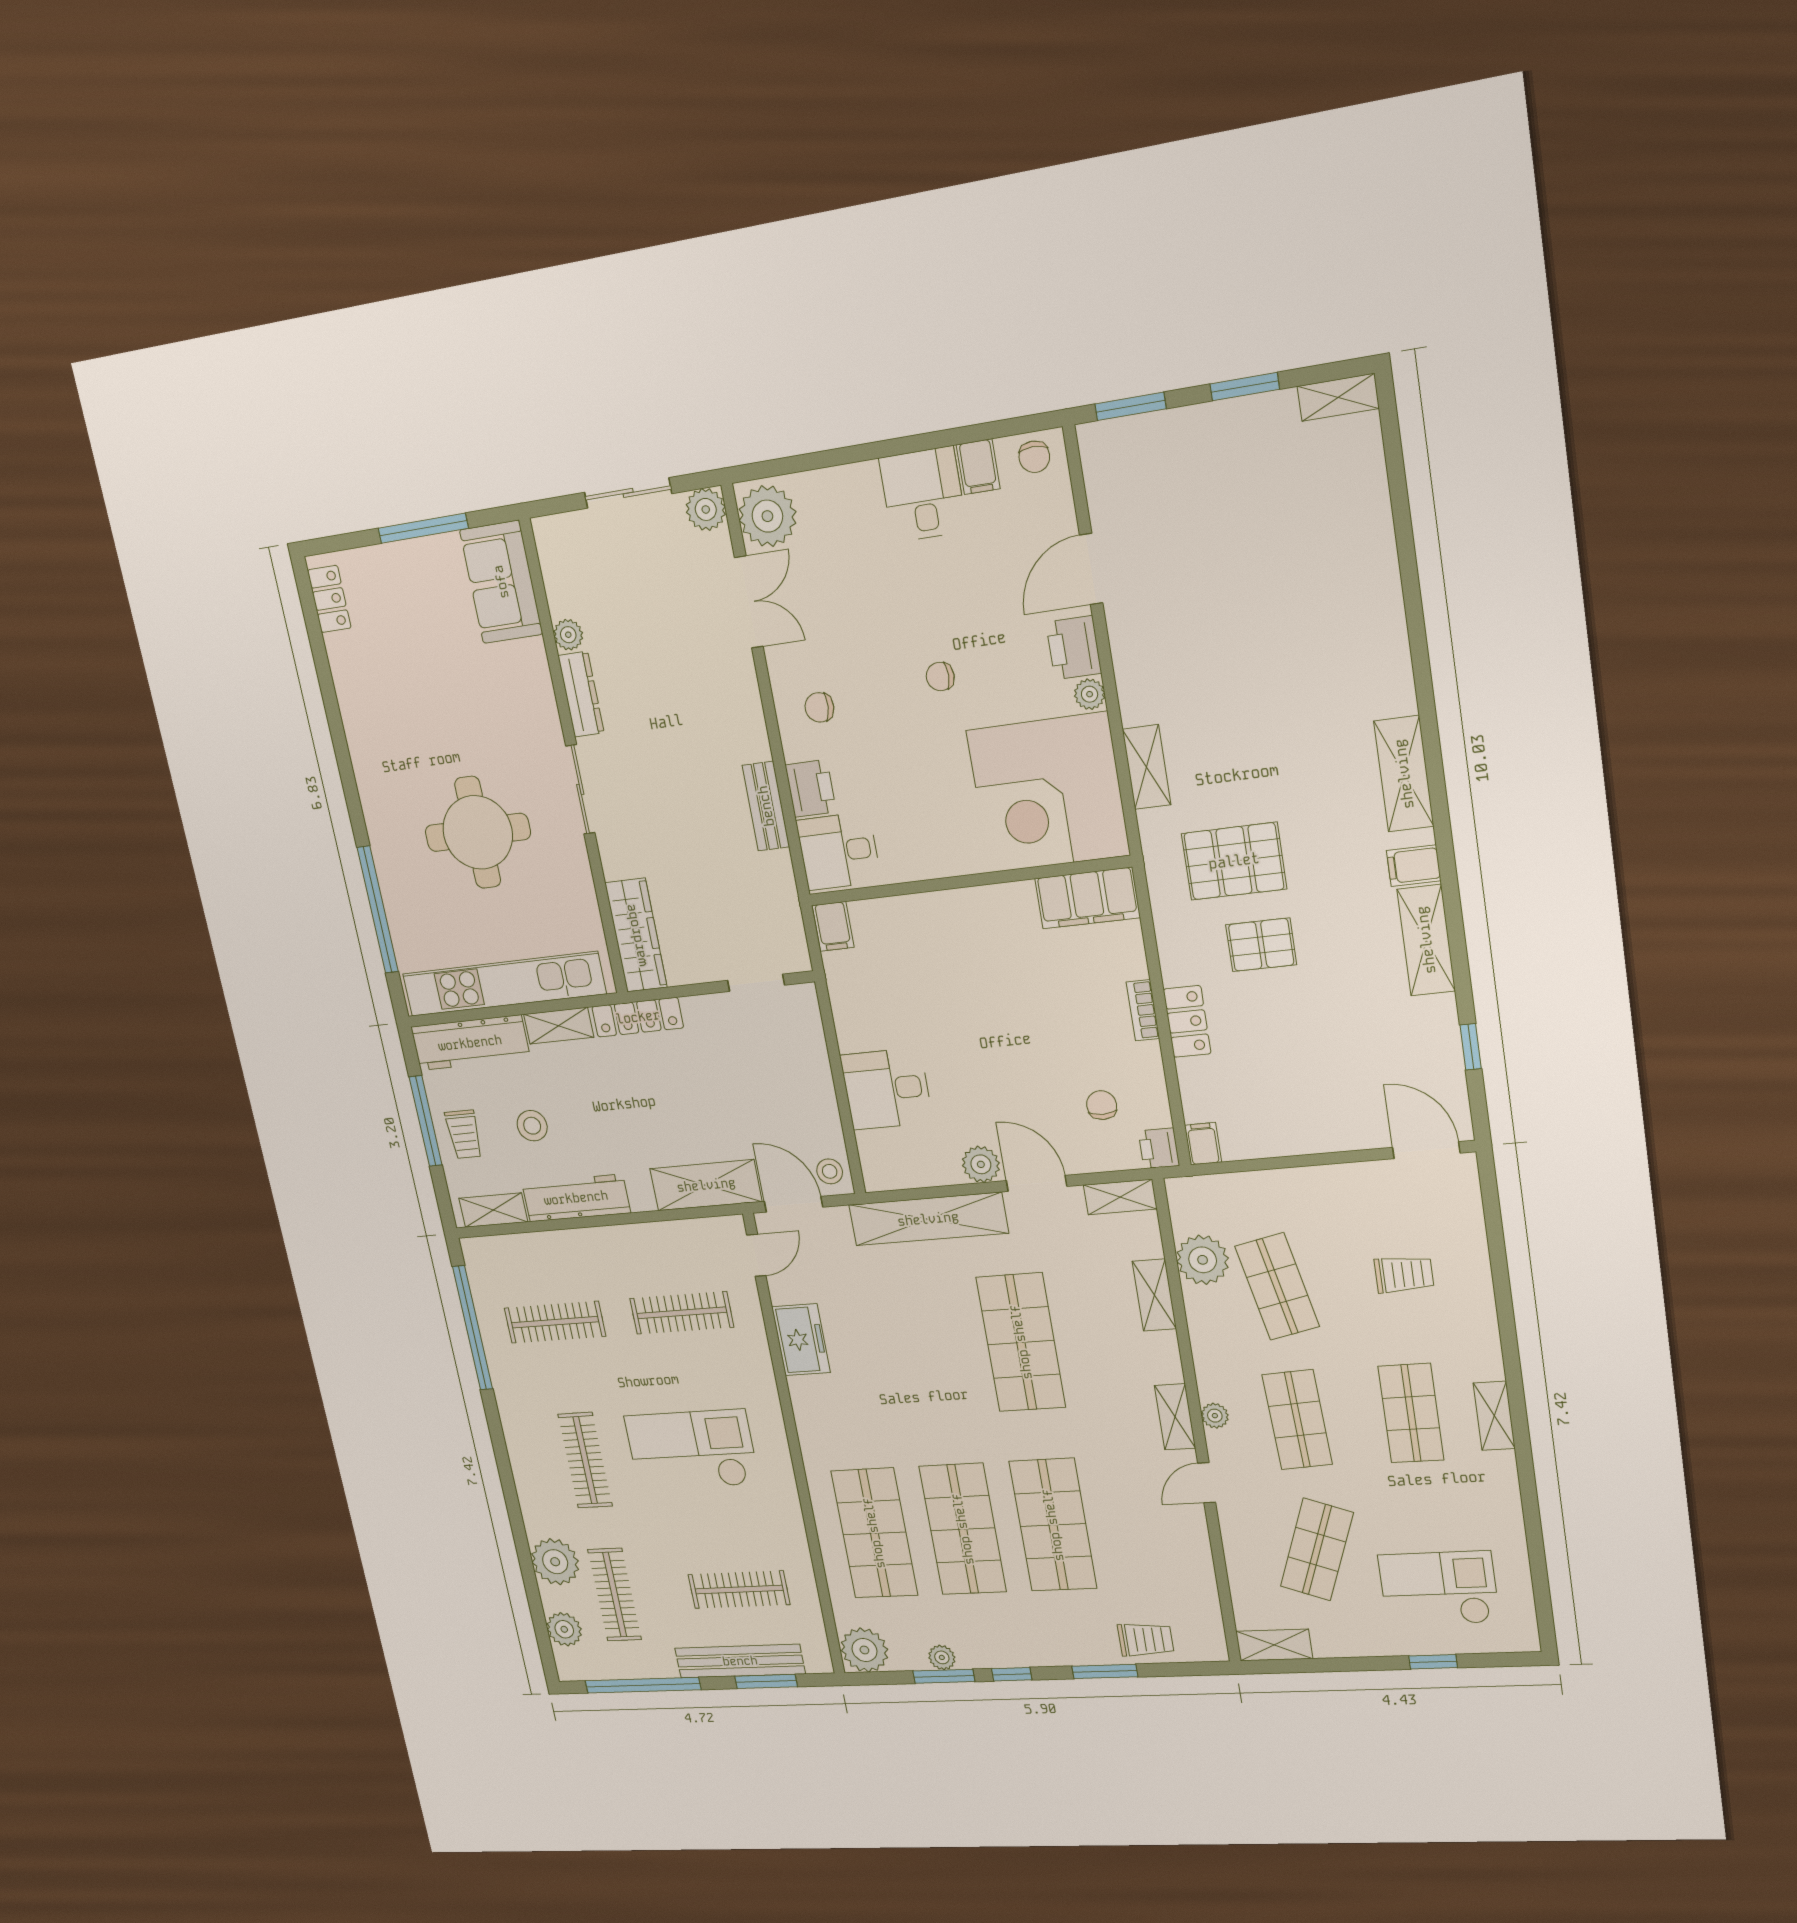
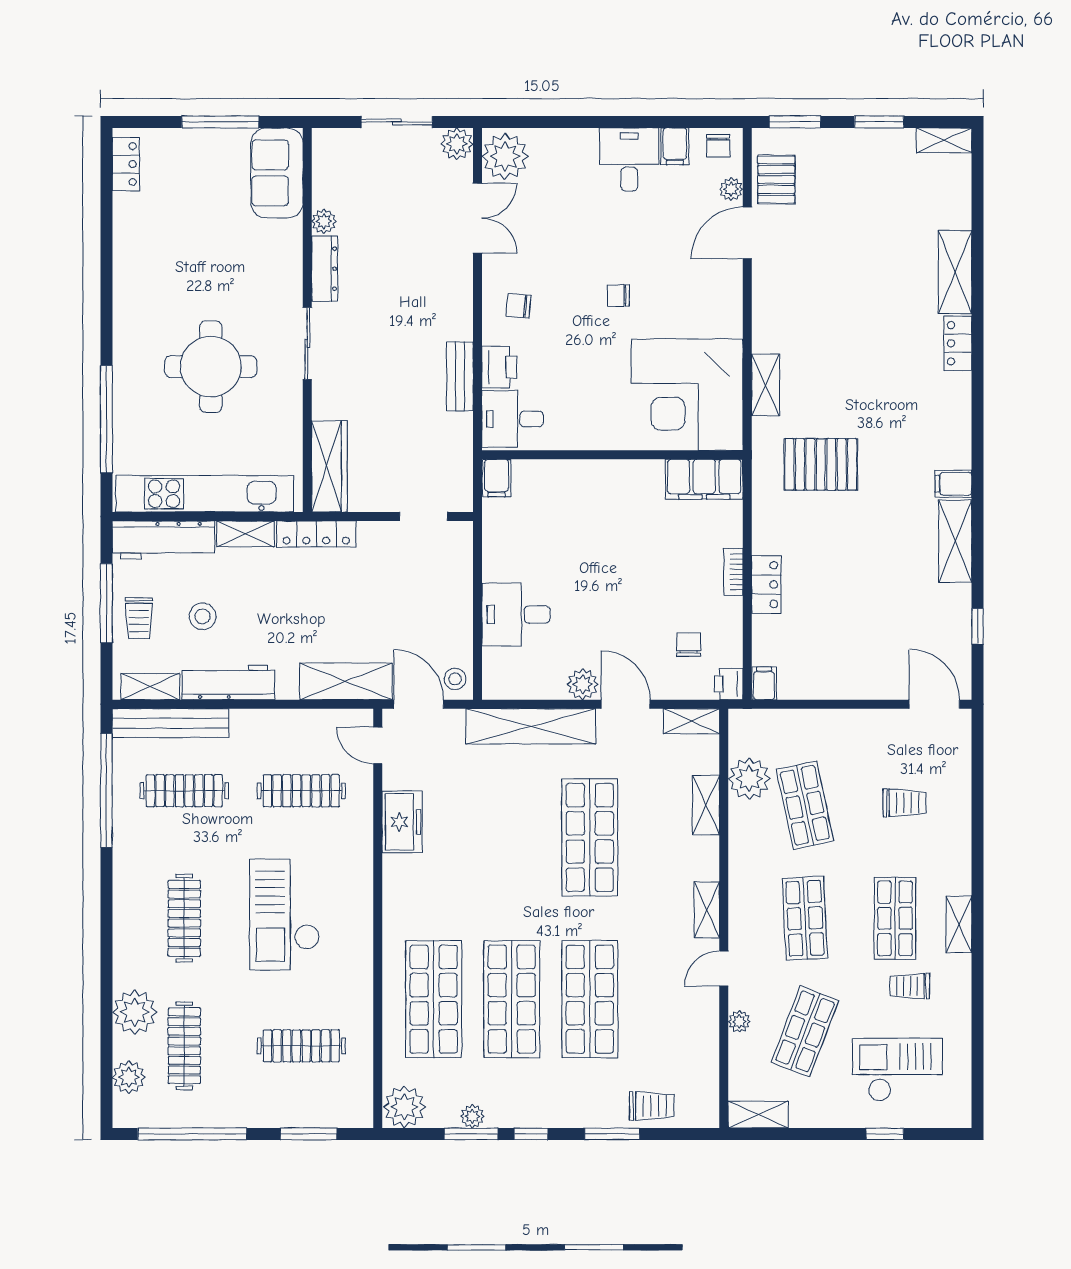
printer: (1074, 648) -> (725, 289), removed
locker: (1395, 677) -> (958, 343), added
plant: (1090, 694) -> (731, 189), moved
shelving: (1404, 774) -> (955, 272), moved
pallet: (1261, 945) -> (776, 179), moved, turned 90
door: (756, 1255) -> (378, 745), swing flipped
plant: (1215, 1416) -> (739, 1022), moved
checkout: (692, 1450) -> (285, 915), turned -90
trolley: (1441, 1492) -> (910, 986), added
bench: (740, 1661) -> (170, 723), moved

